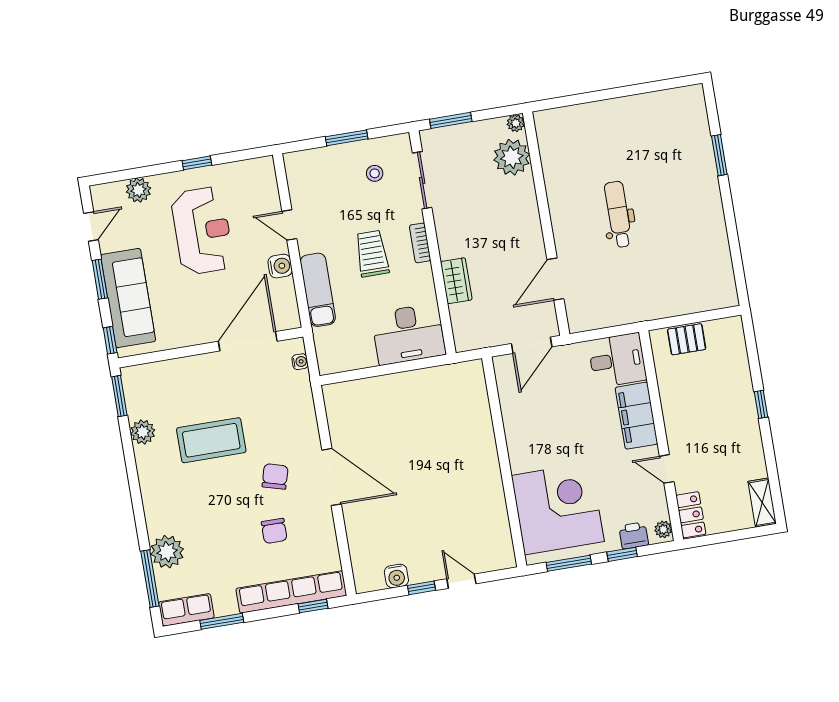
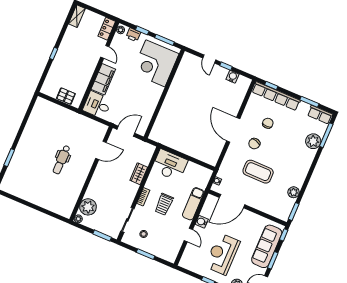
coffee table: (211, 440) -> (258, 172), moved

